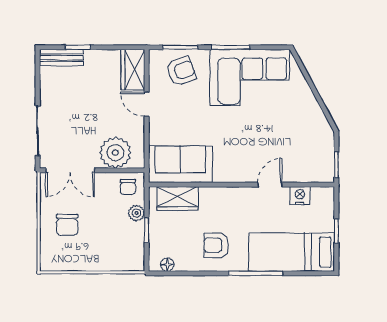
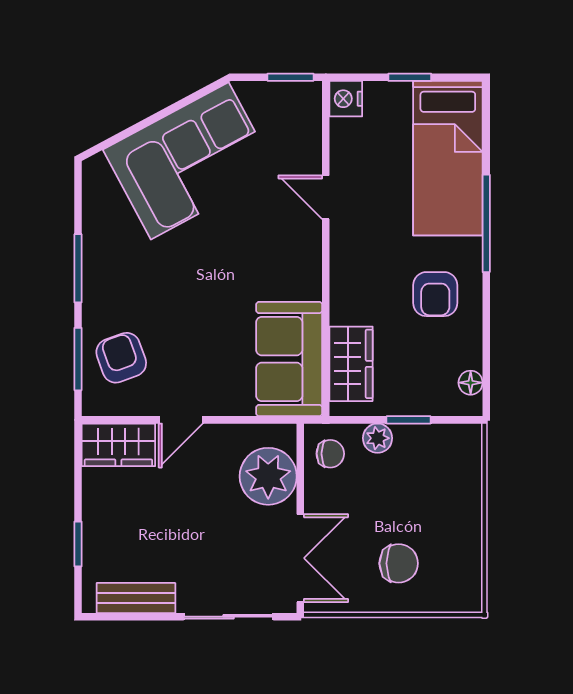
bench: (61, 58) -> (136, 598), moved, turned 90
corner sofa: (250, 78) -> (190, 161), moved, turned 62
nightstand: (300, 196) -> (346, 99), moved

